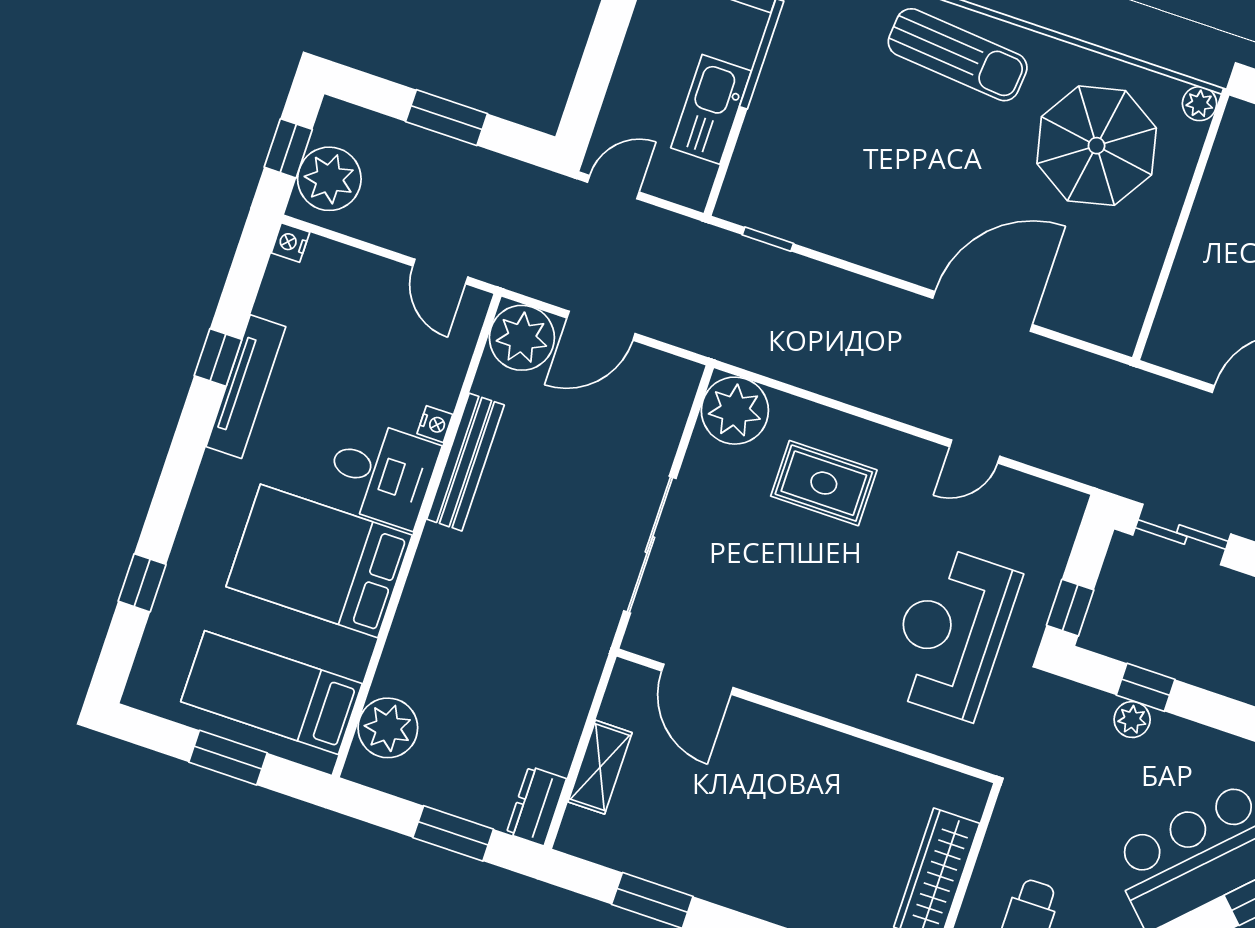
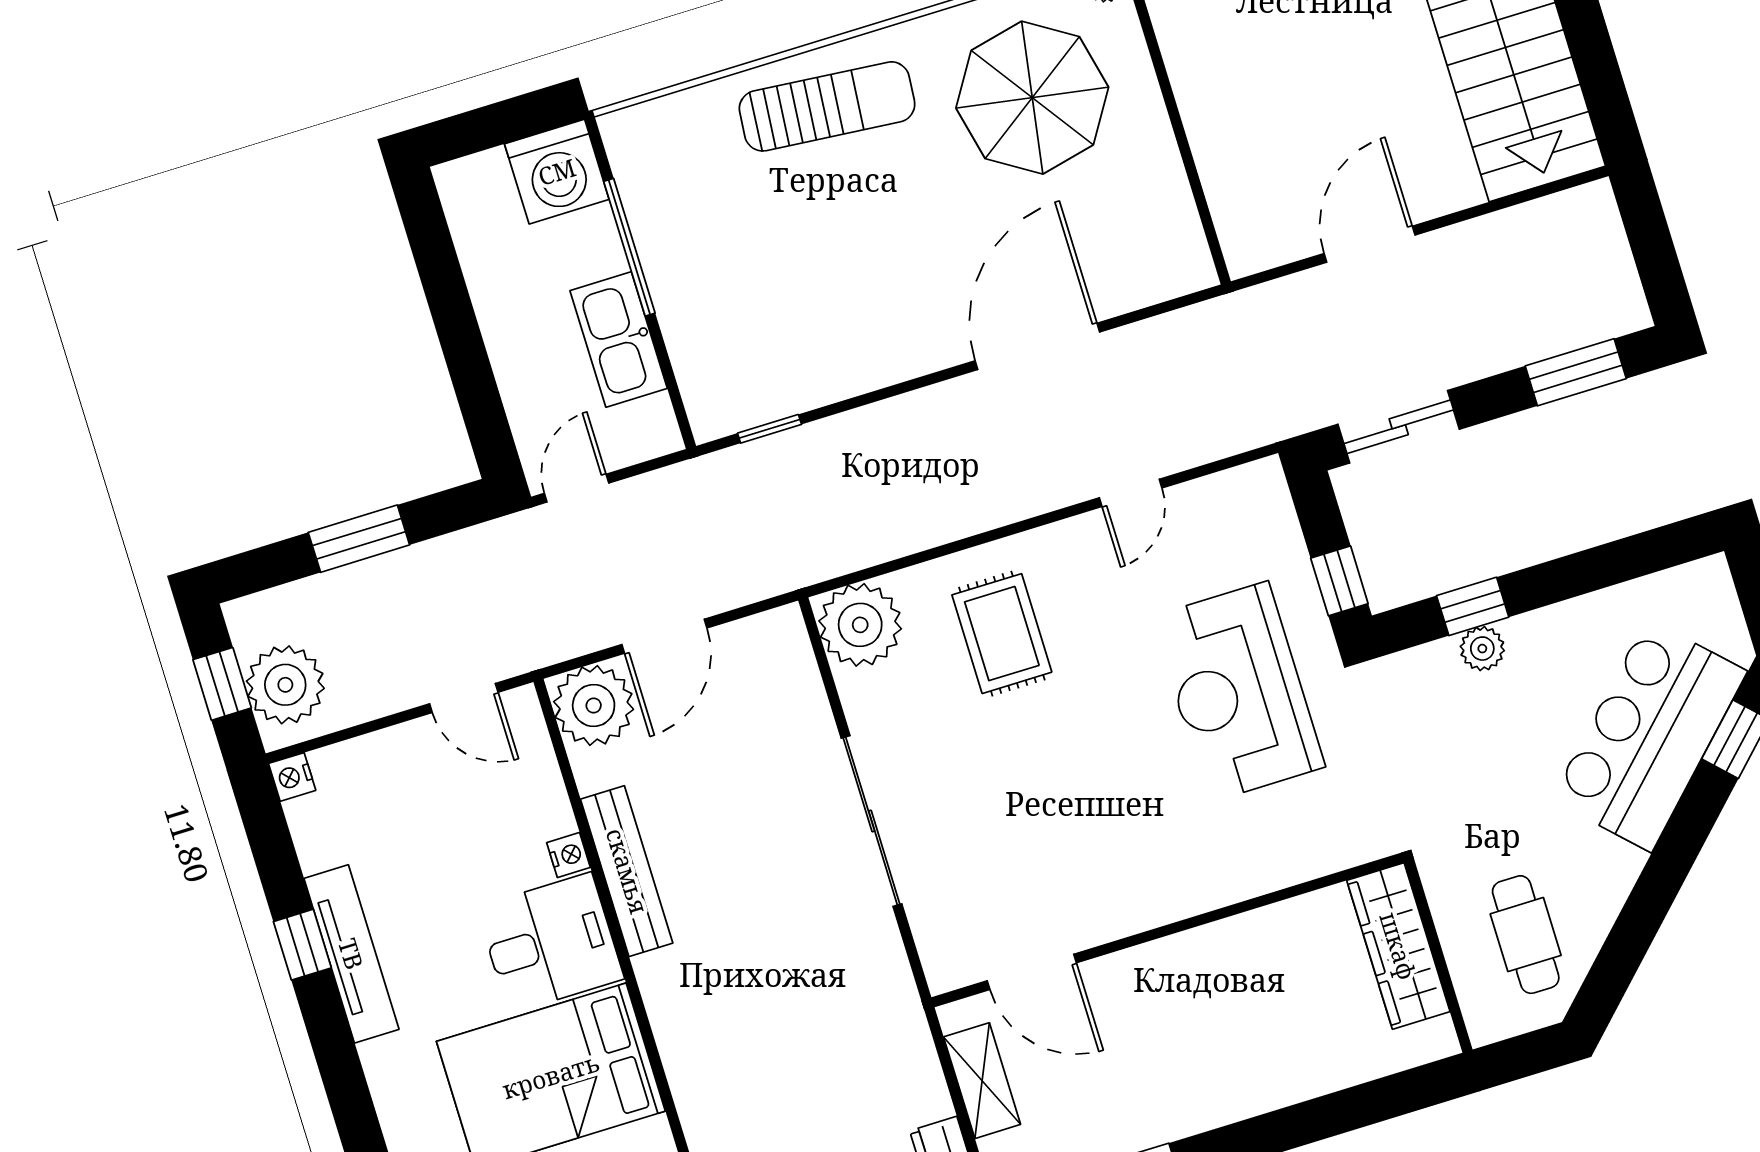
rug: (824, 483) -> (1002, 634), turned 90
door: (697, 679) -> (1032, 972), moved
wall: (806, 716) -> (1168, 930), moved

